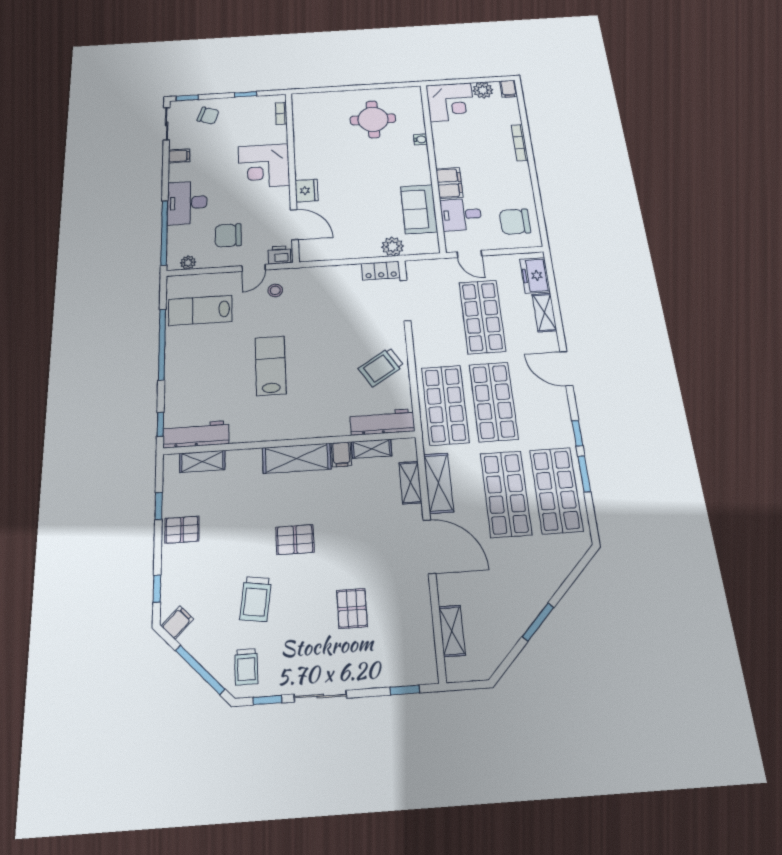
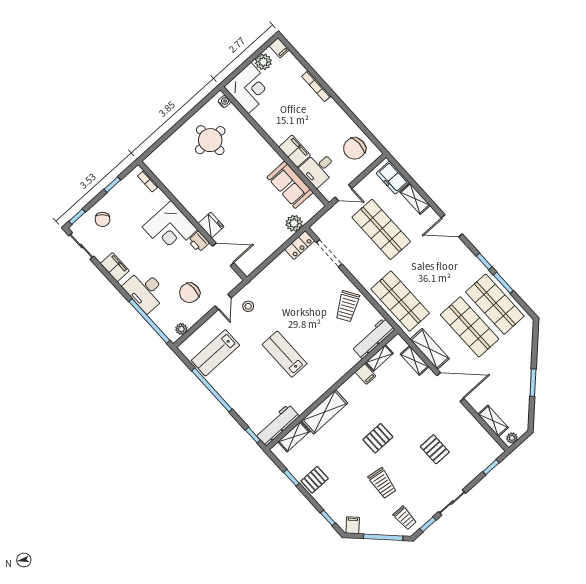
chair: (208, 116) -> (103, 219), turned 116
water cooler: (420, 139) -> (224, 102), moved
filing cabinet: (179, 156) -> (115, 267), width x2.00
printer: (279, 255) -> (199, 242), moved, turned -90
shop shelf: (494, 402) -> (425, 278), removed
shelving: (297, 458) -> (325, 412), moved
plant: (460, 673) -> (512, 438), added

